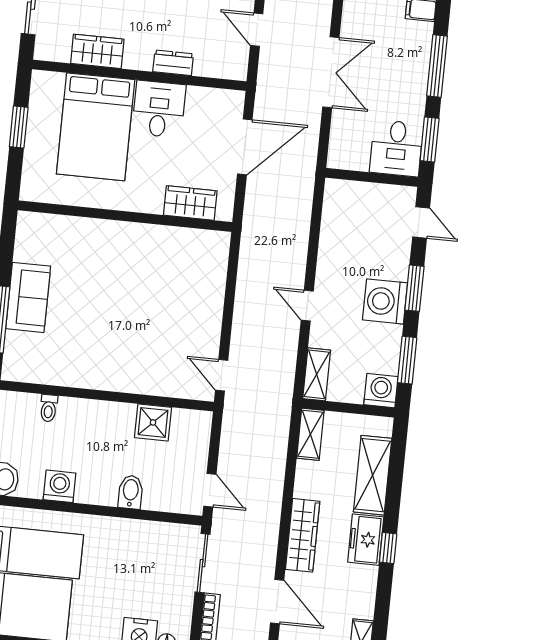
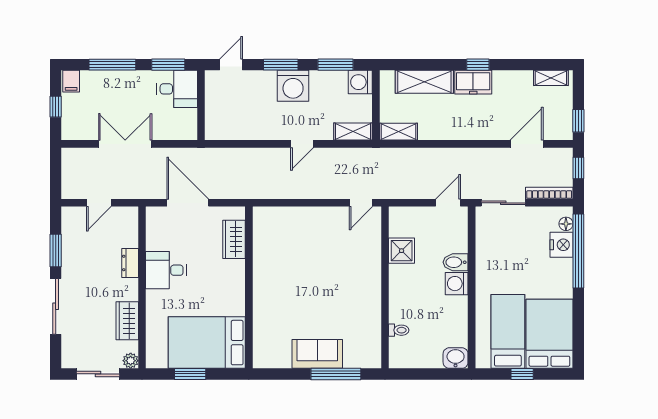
plant: (44, 50) -> (131, 361), added
bed: (96, 127) -> (207, 343), moved, turned 180
washing machine: (60, 486) -> (457, 284), moved
wardrobe: (303, 535) -> (475, 130), removed

